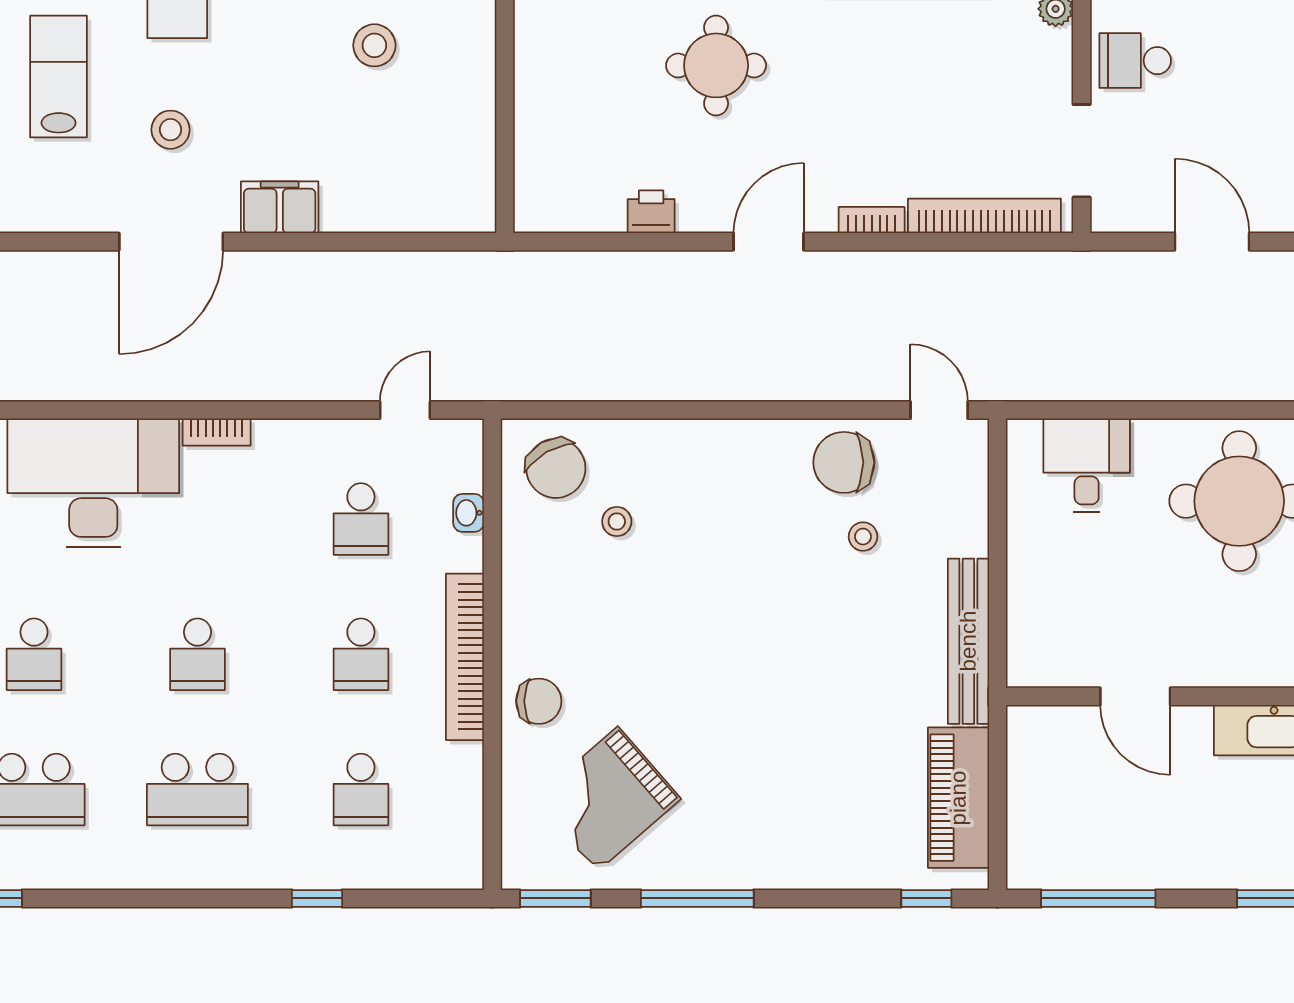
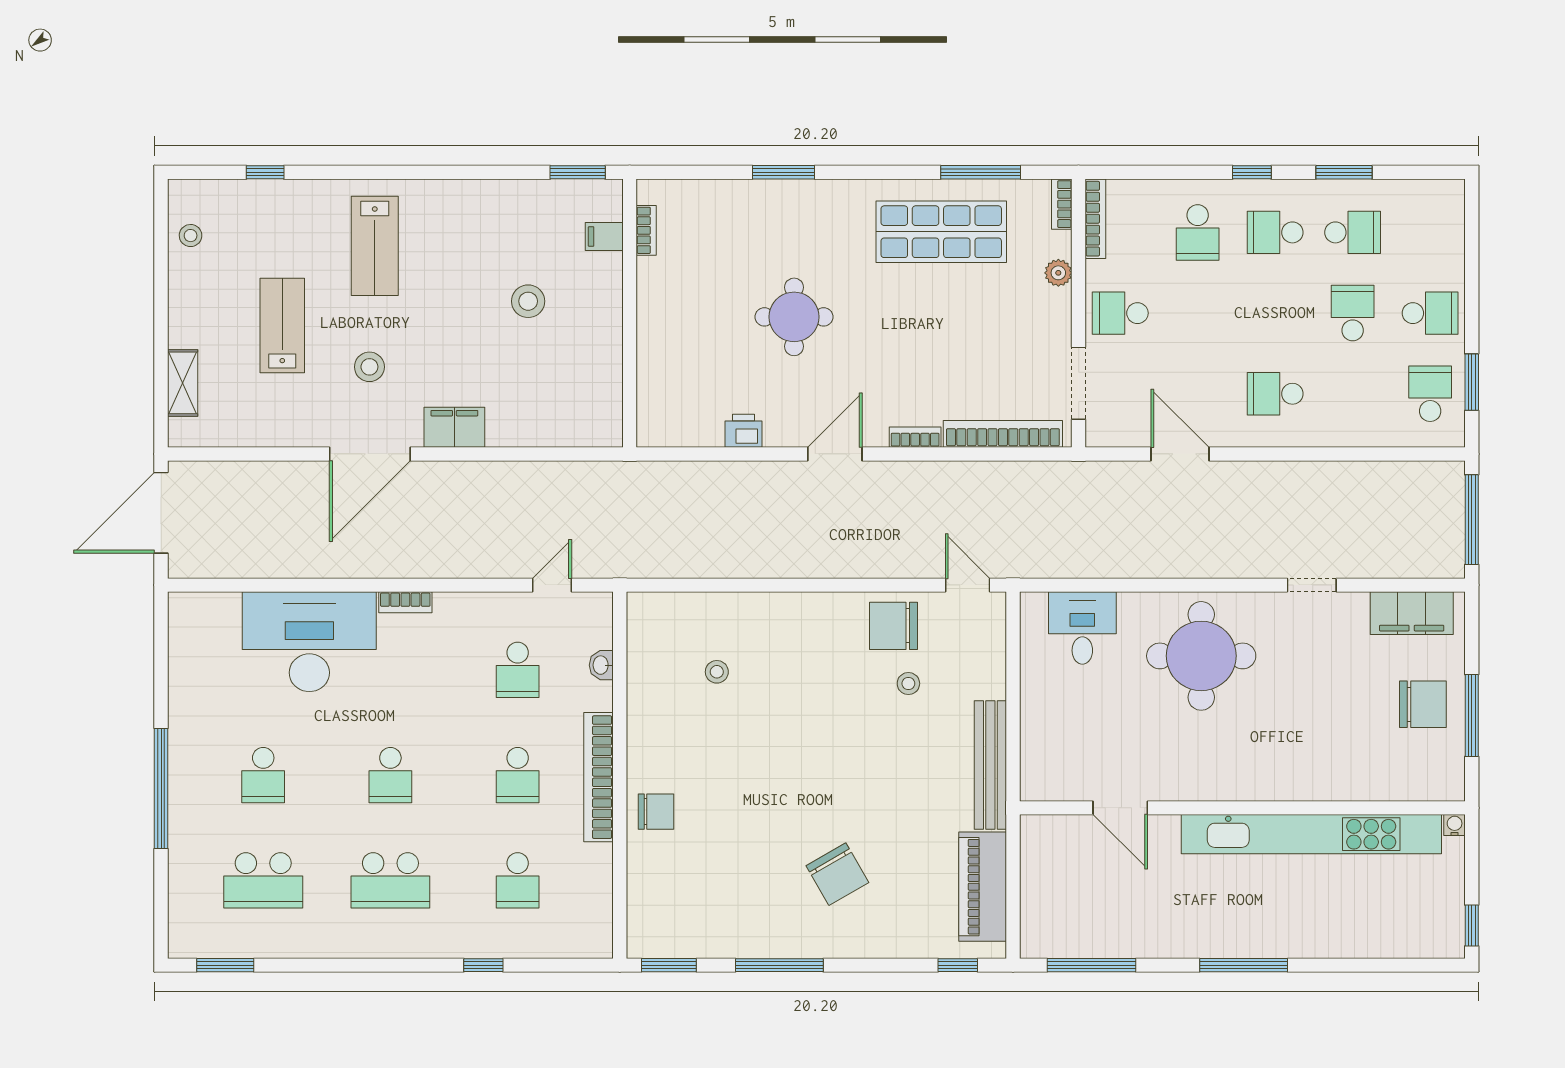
chair: (556, 468) -> (837, 874), moved
grand piano: (608, 799) -> (710, 888), removed

